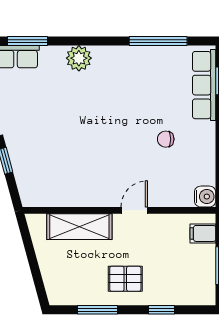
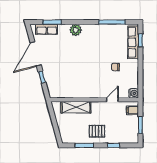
door: (134, 210) -> (112, 100), moved

